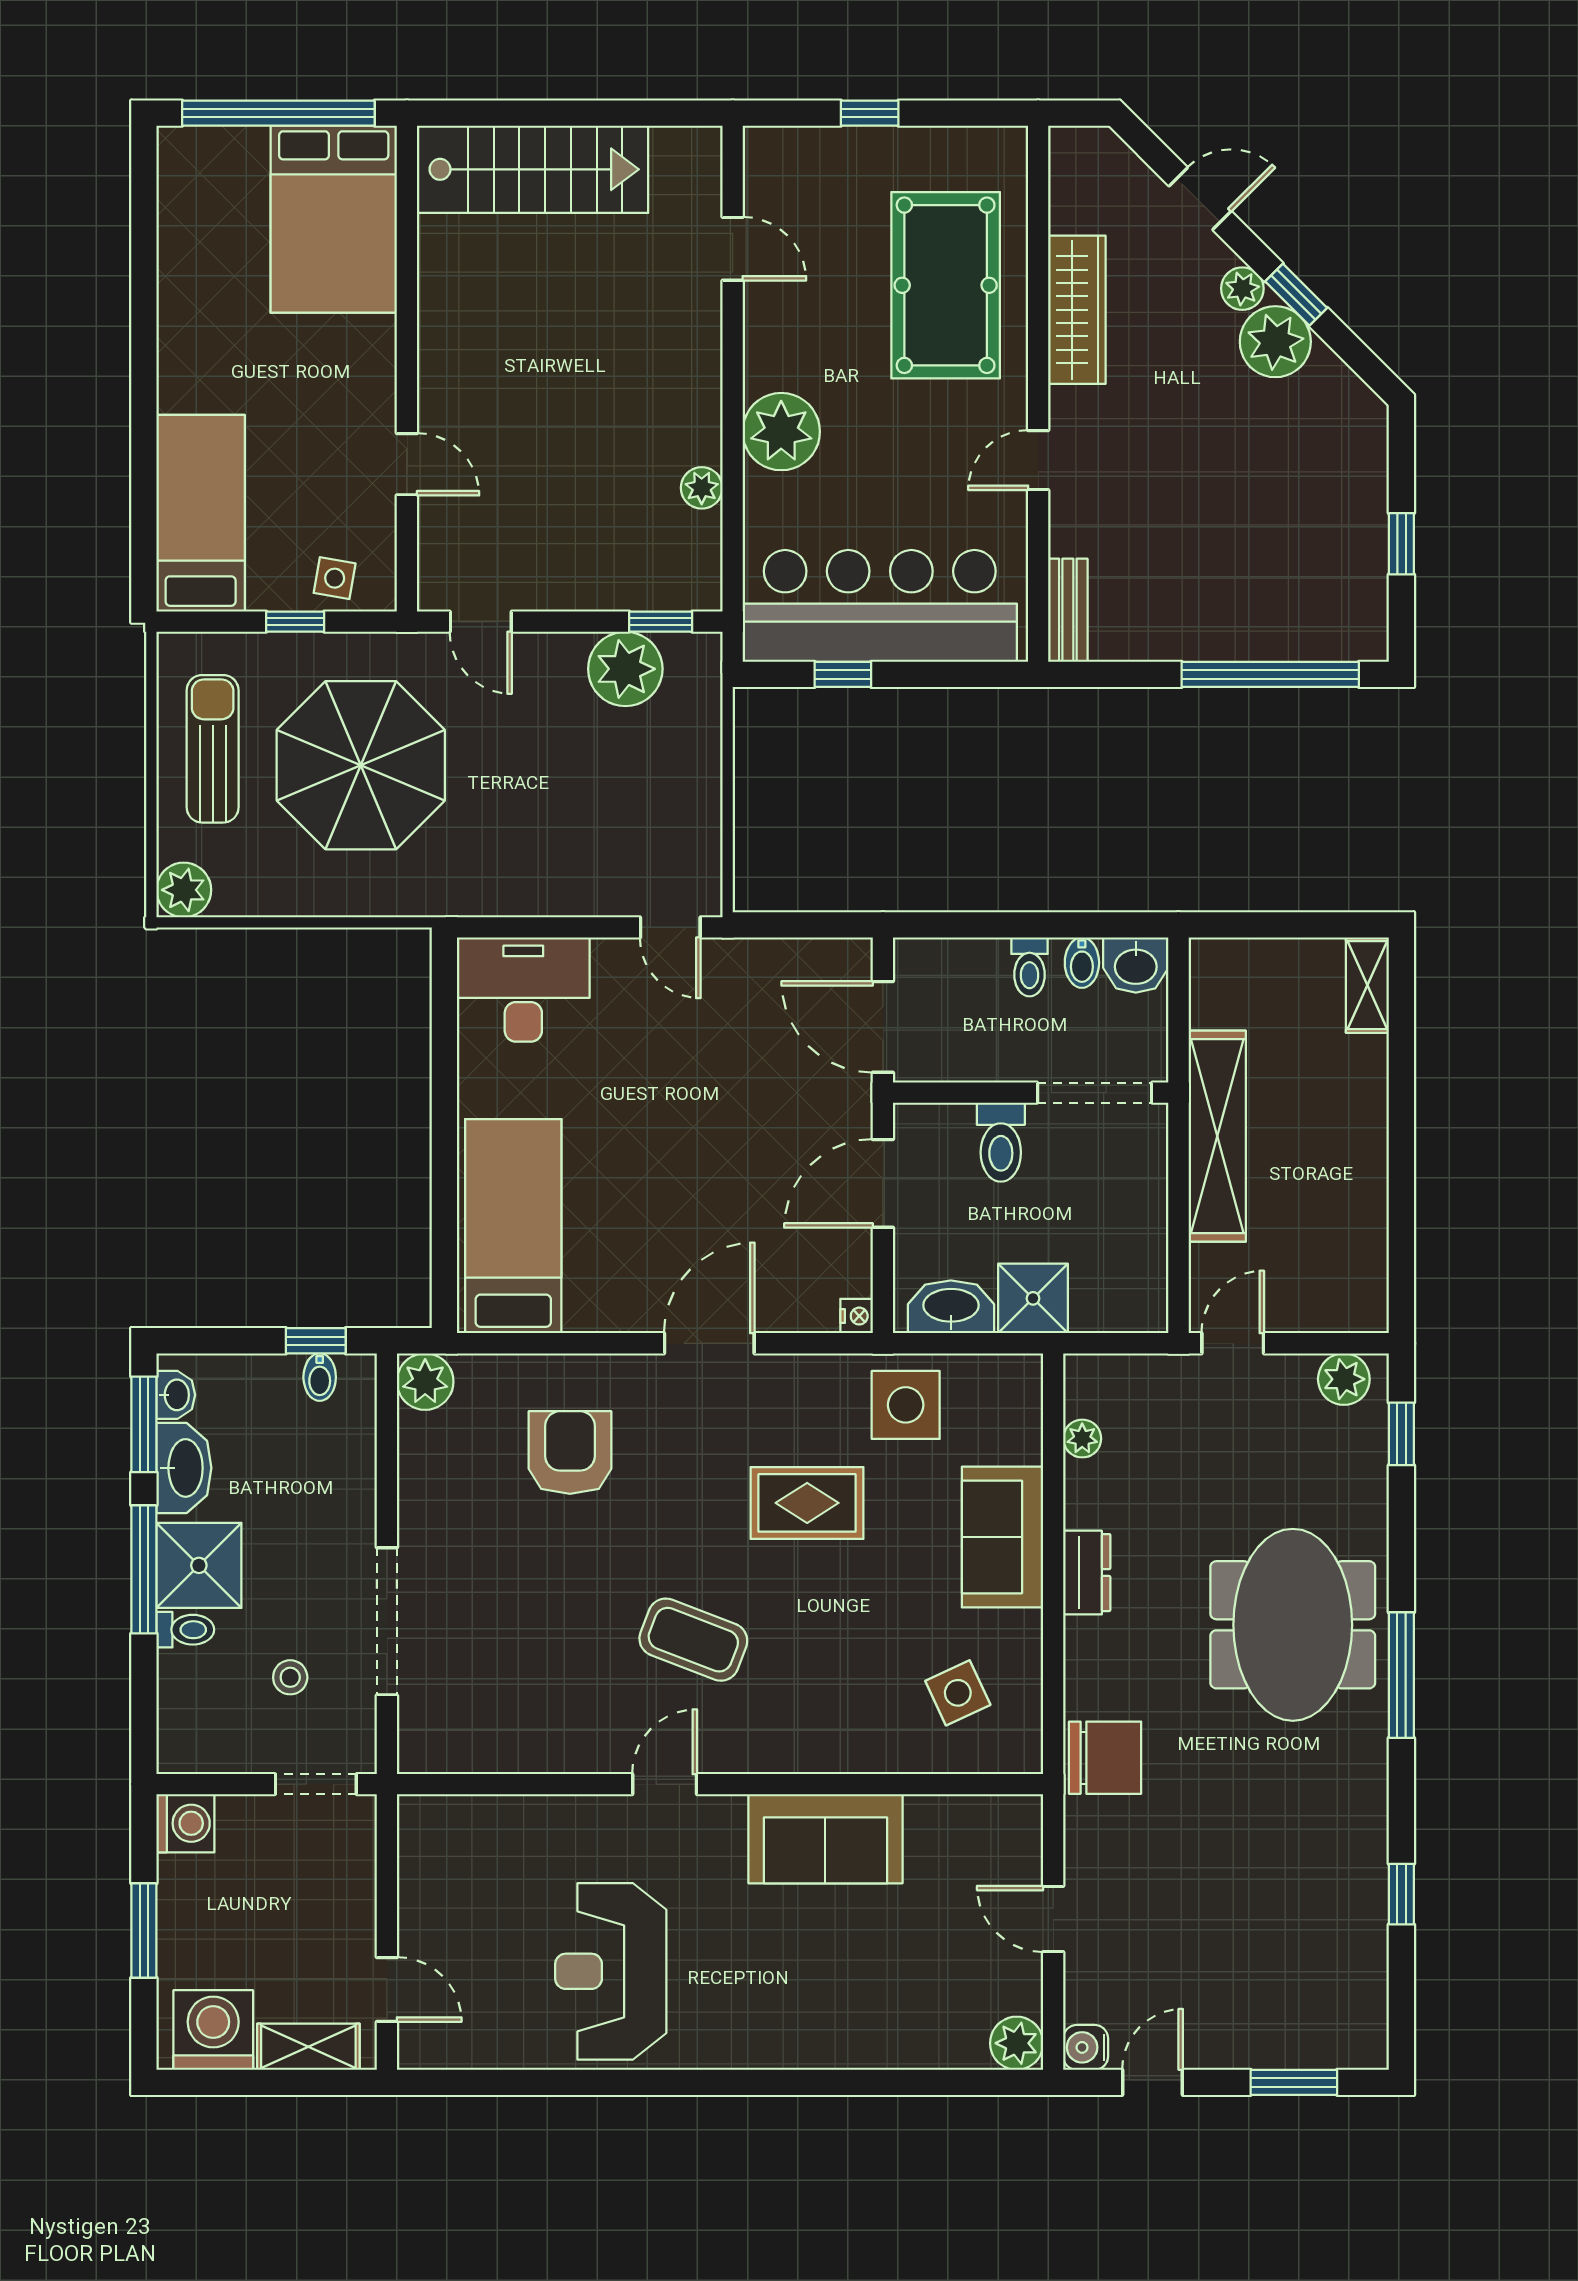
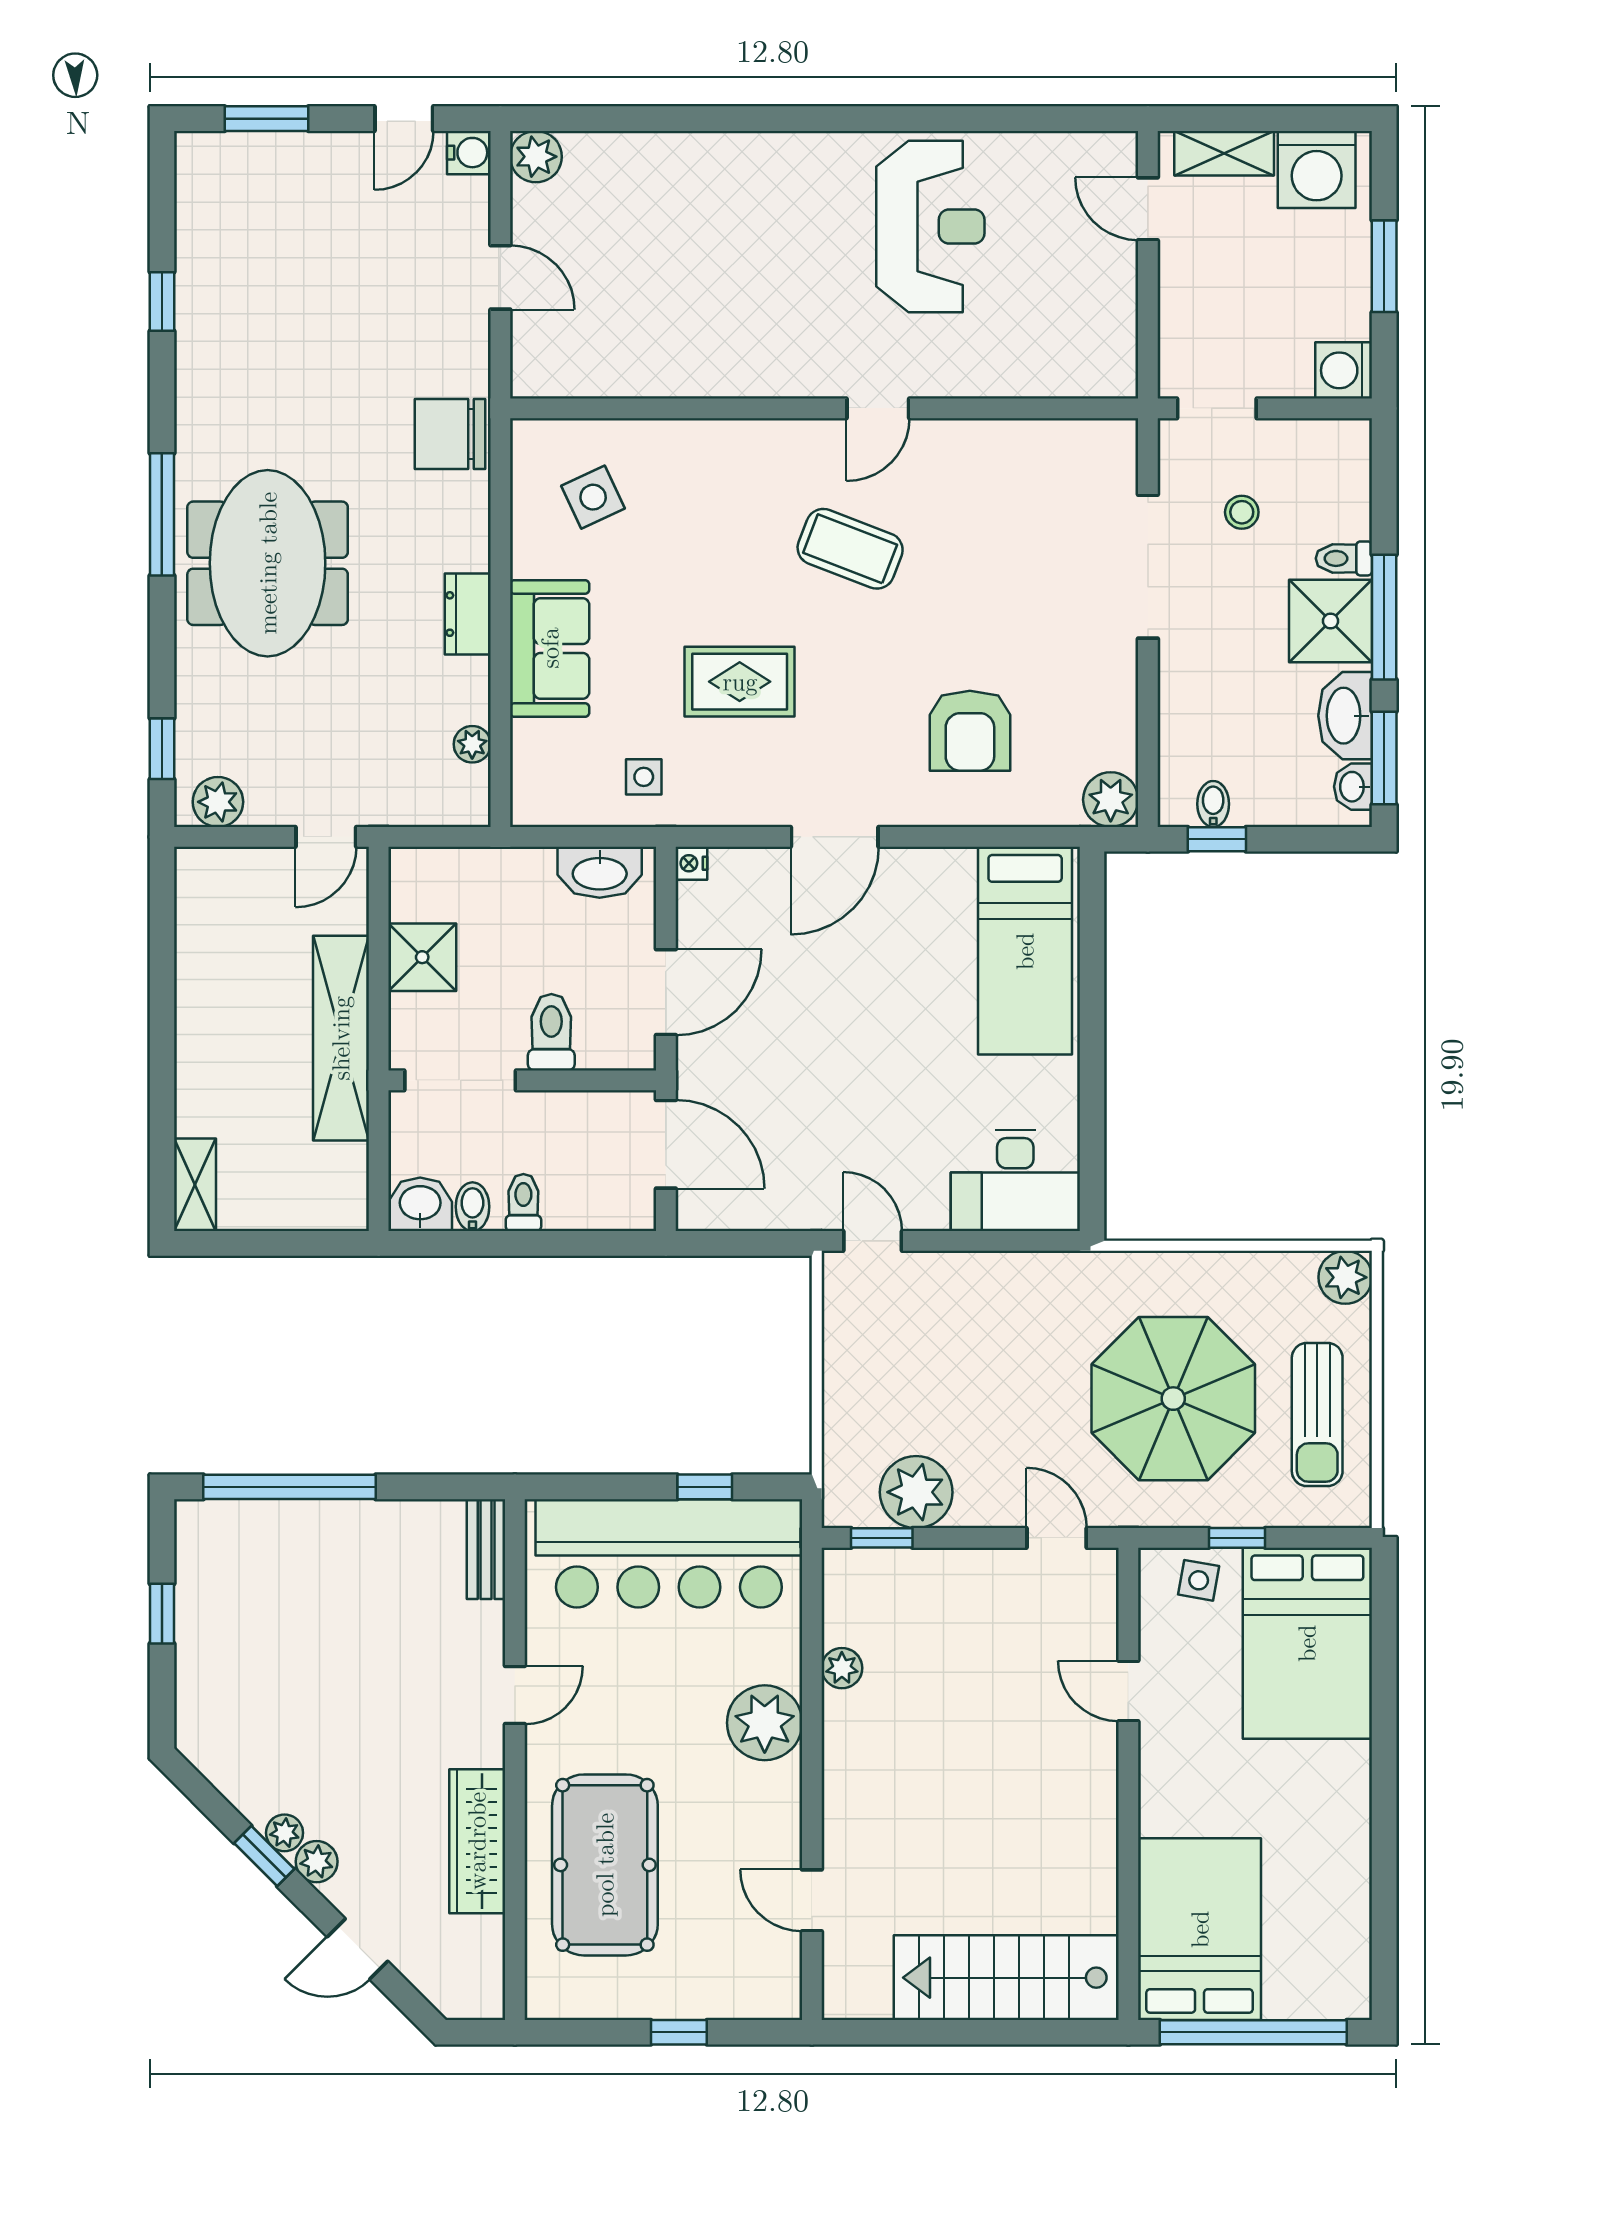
plant: (1275, 342) -> (285, 1833), width x0.53, depth x0.53
bed: (201, 513) -> (1307, 1643), width x1.50
shower: (1033, 1298) -> (422, 957), moved
side table: (906, 1405) -> (644, 777), width x0.54, depth x0.54
sofa: (825, 1839) -> (722, 355), removed

